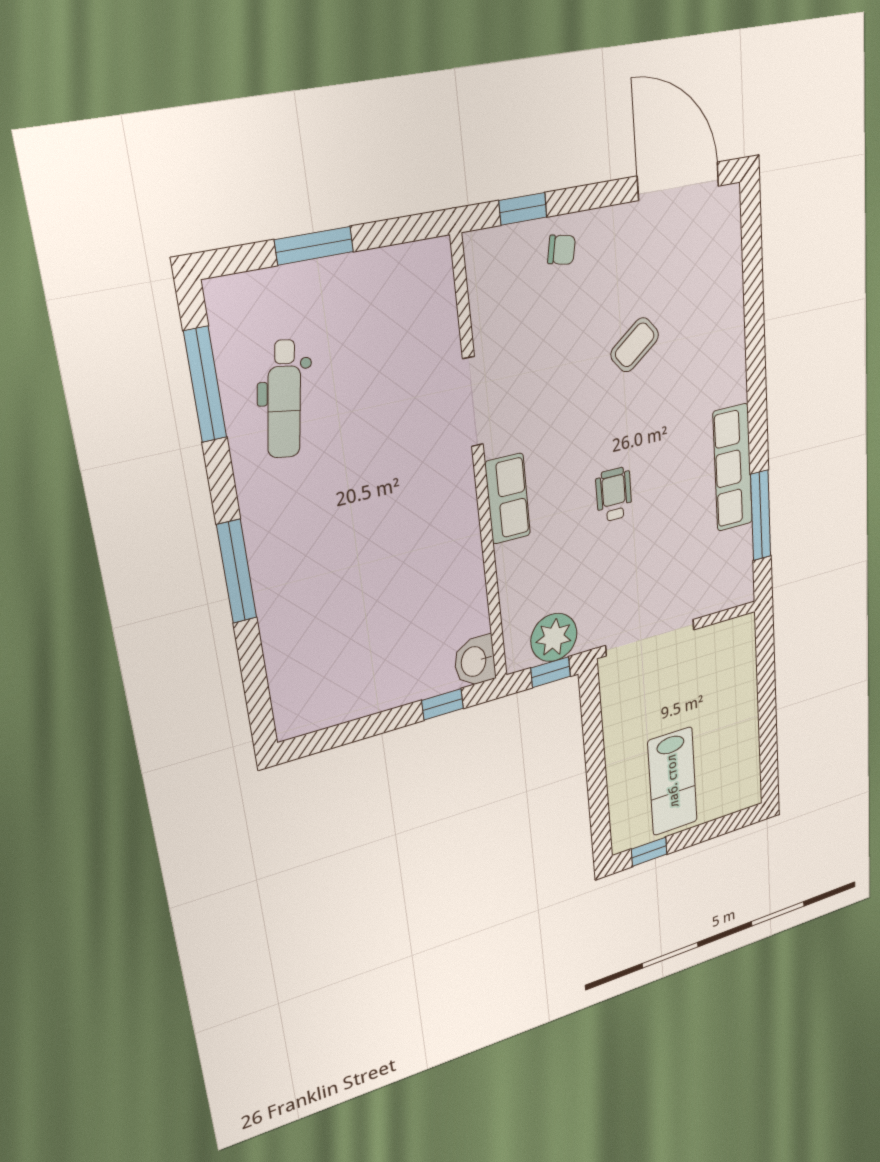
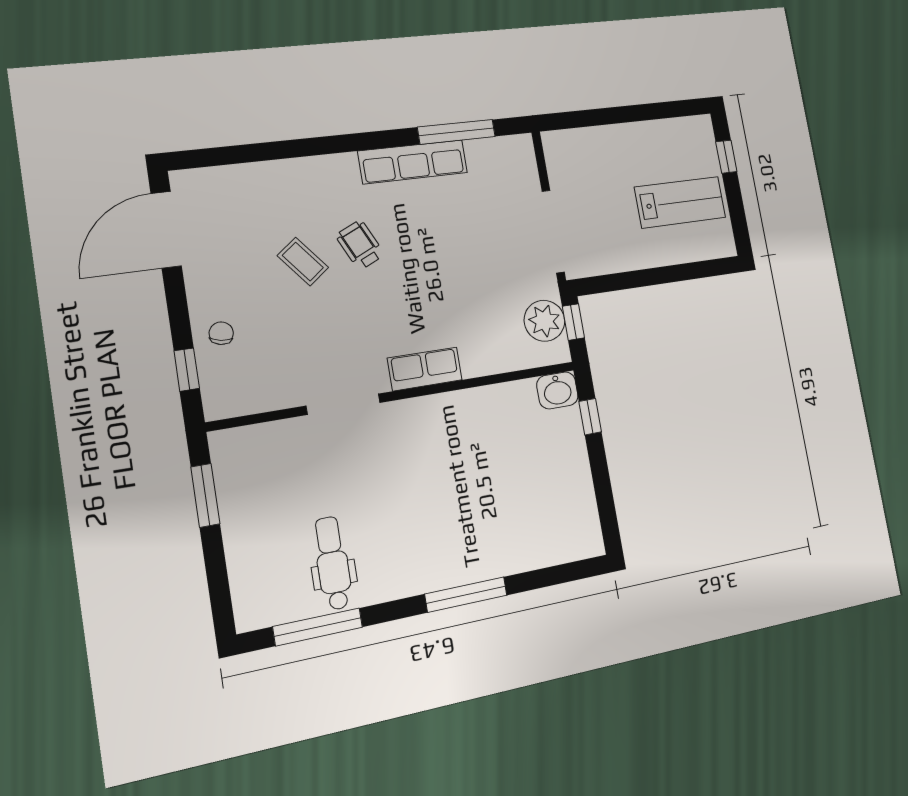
window: (314, 246) -> (205, 495), moved
dental chair: (284, 399) -> (333, 563), turned -99
wheelchair: (614, 495) -> (360, 245), moved, turned 65
window: (649, 852) -> (726, 157), moved

